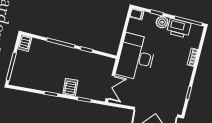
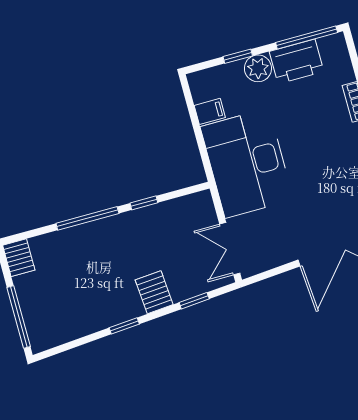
filing cabinet: (137, 14) -> (210, 111), moved
double door: (110, 87) -> (230, 249), swing flipped

